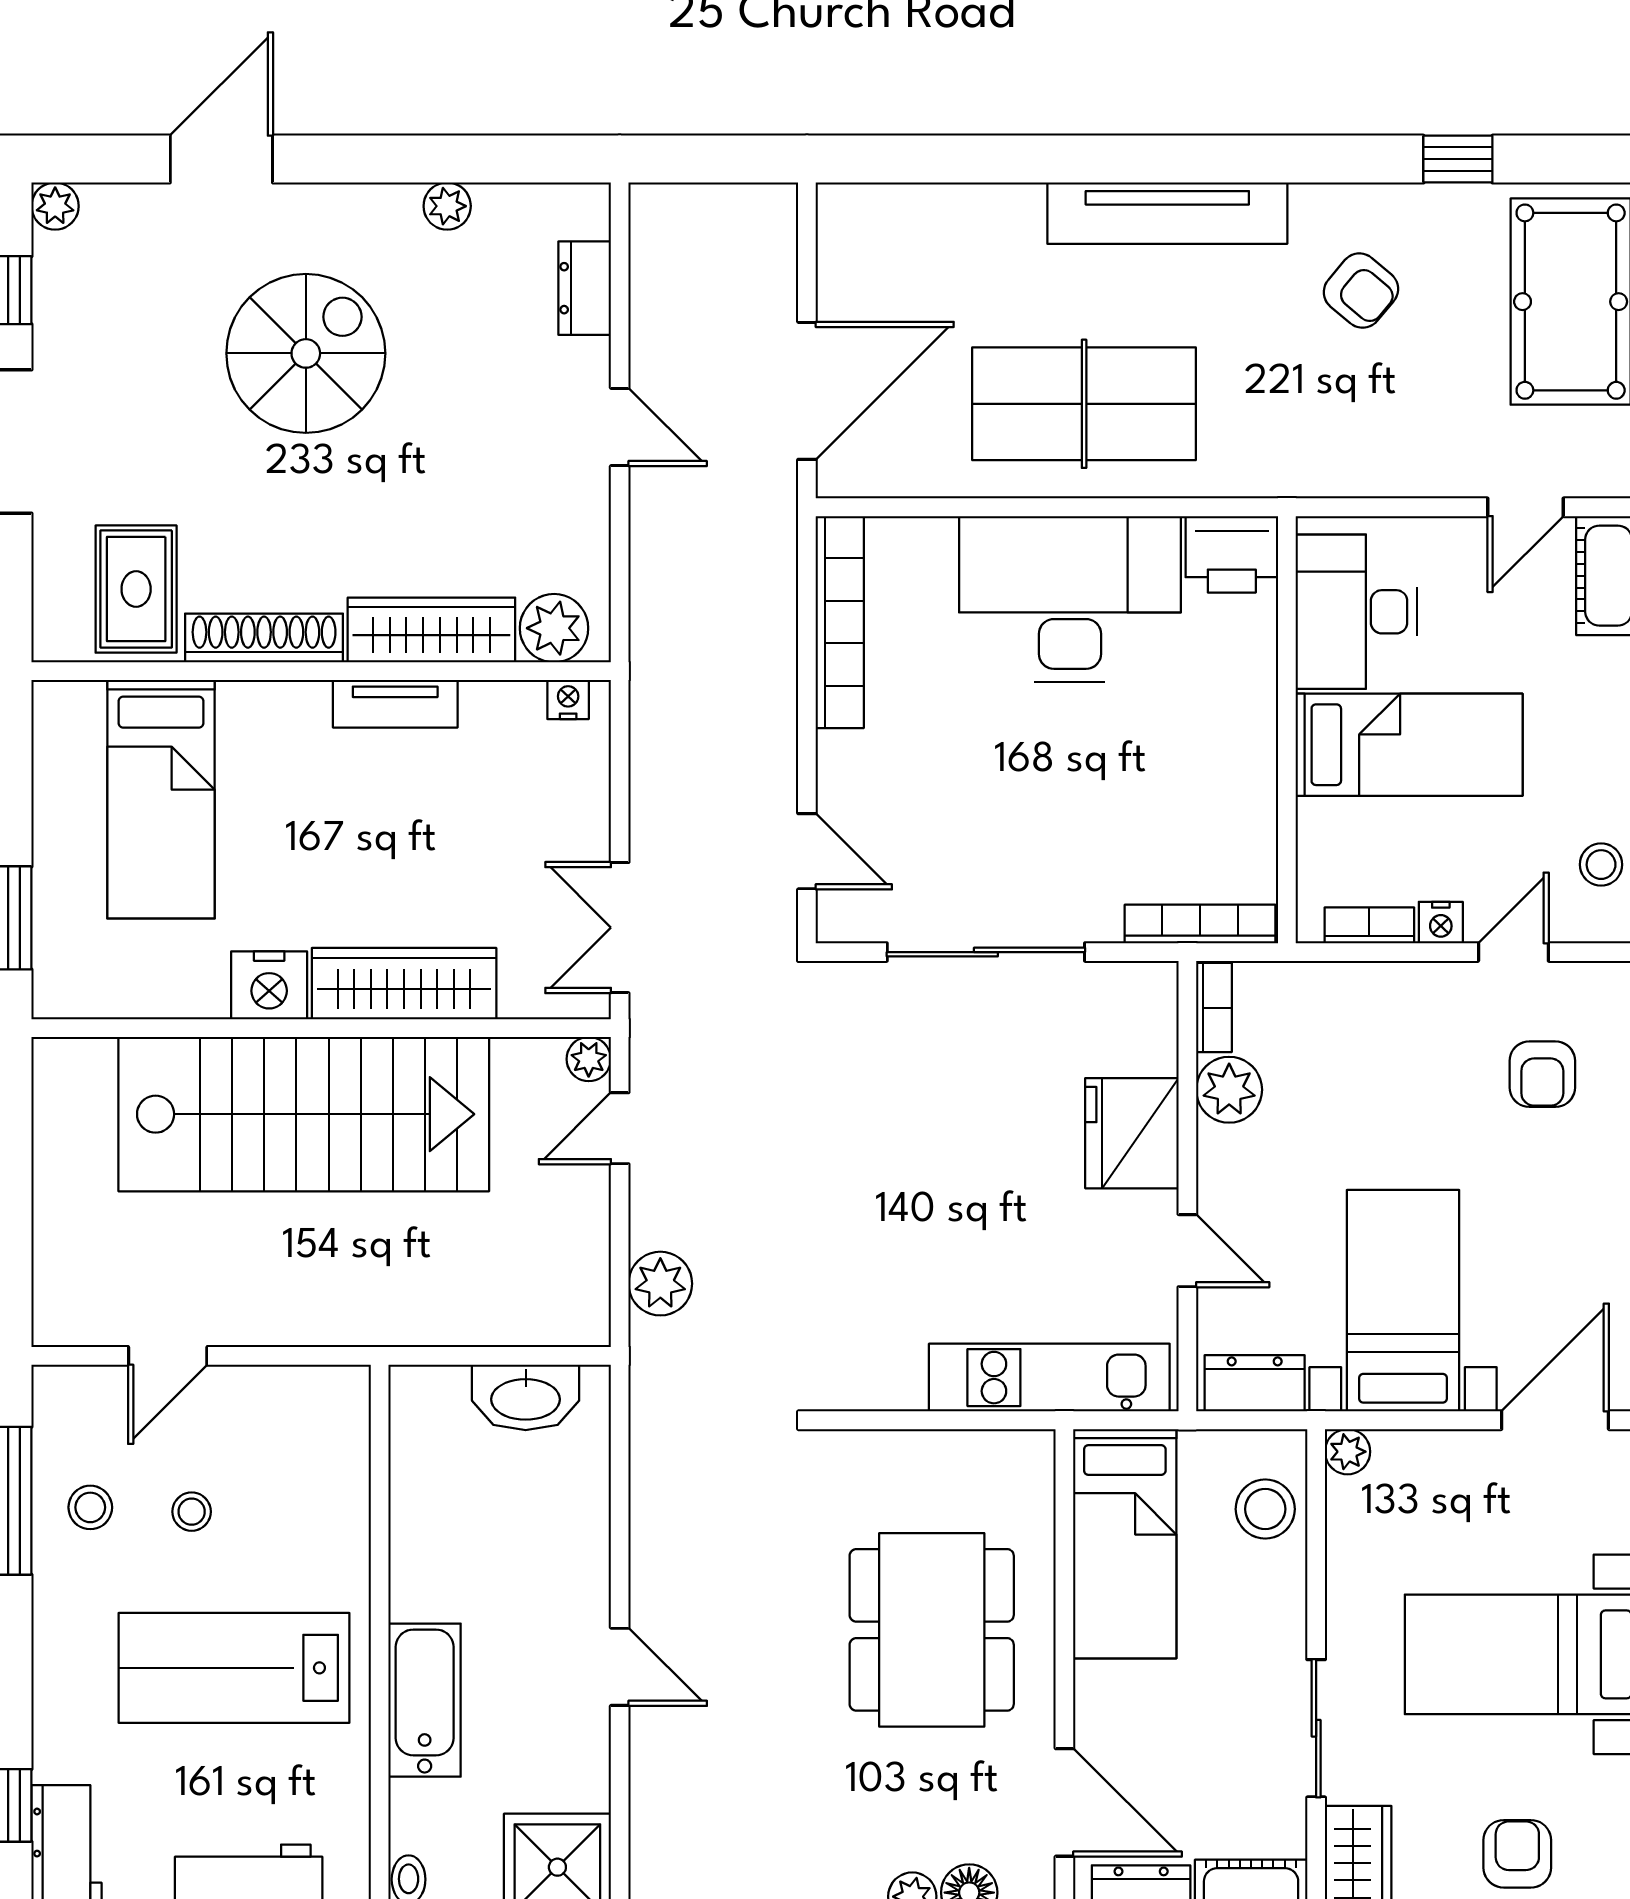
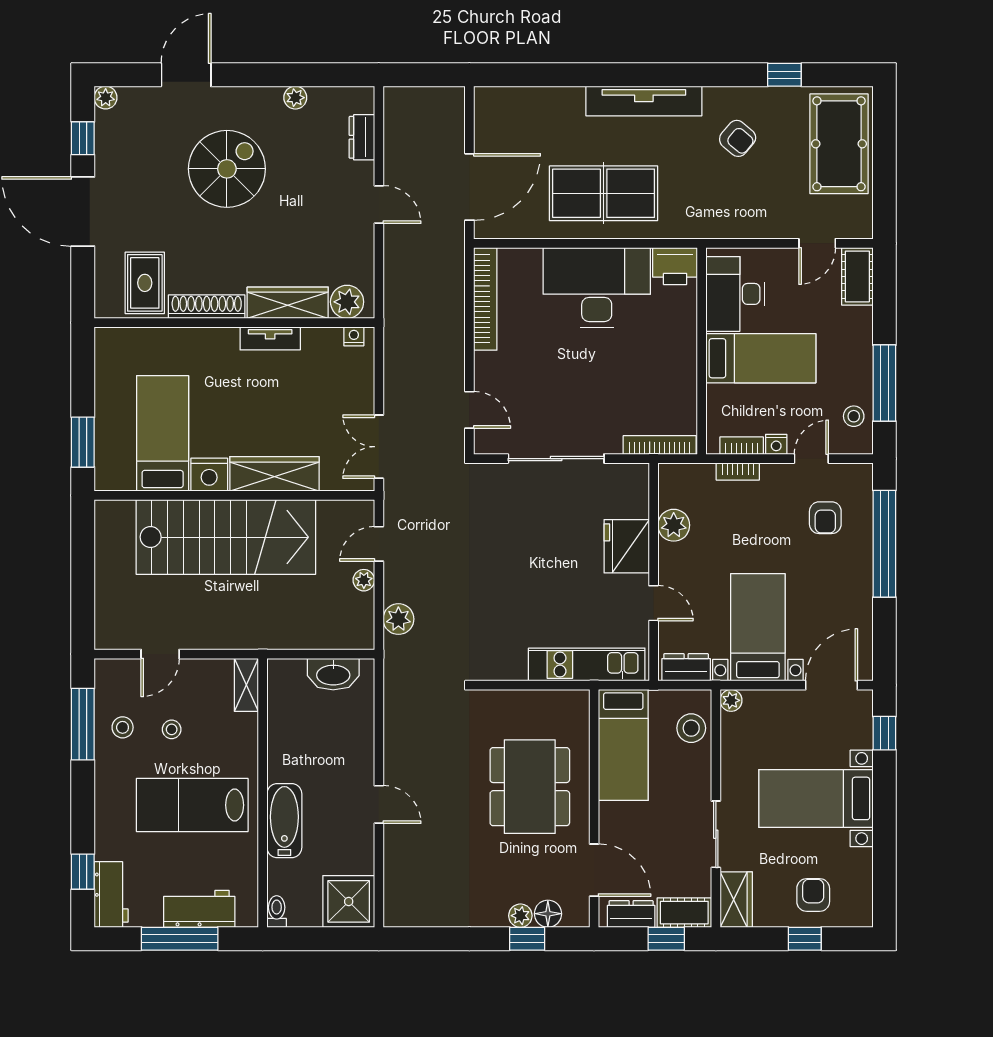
bed: (161, 799) -> (163, 433), moved, turned 180
bookcase: (1214, 1008) -> (738, 471), moved, turned 90
plant: (589, 1059) -> (364, 580), moved
shelving: (346, 1420) -> (246, 685), added

